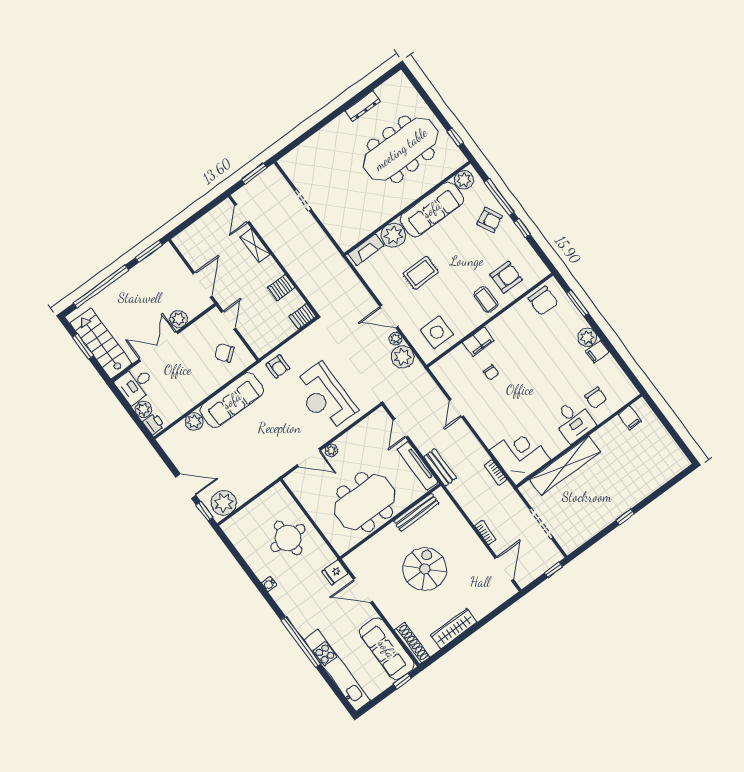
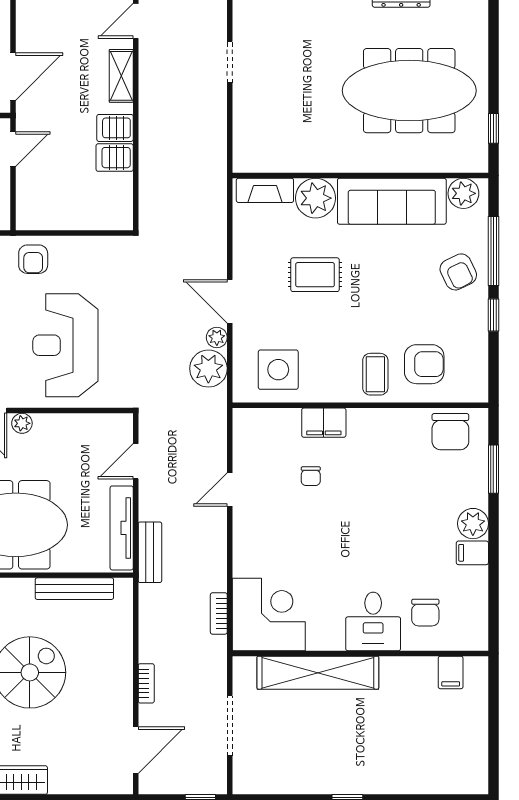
server rack: (302, 316) -> (115, 128), moved

